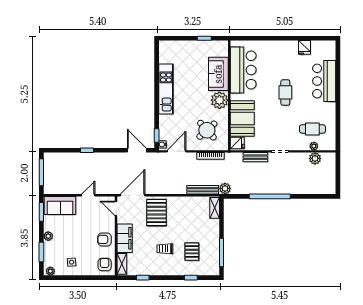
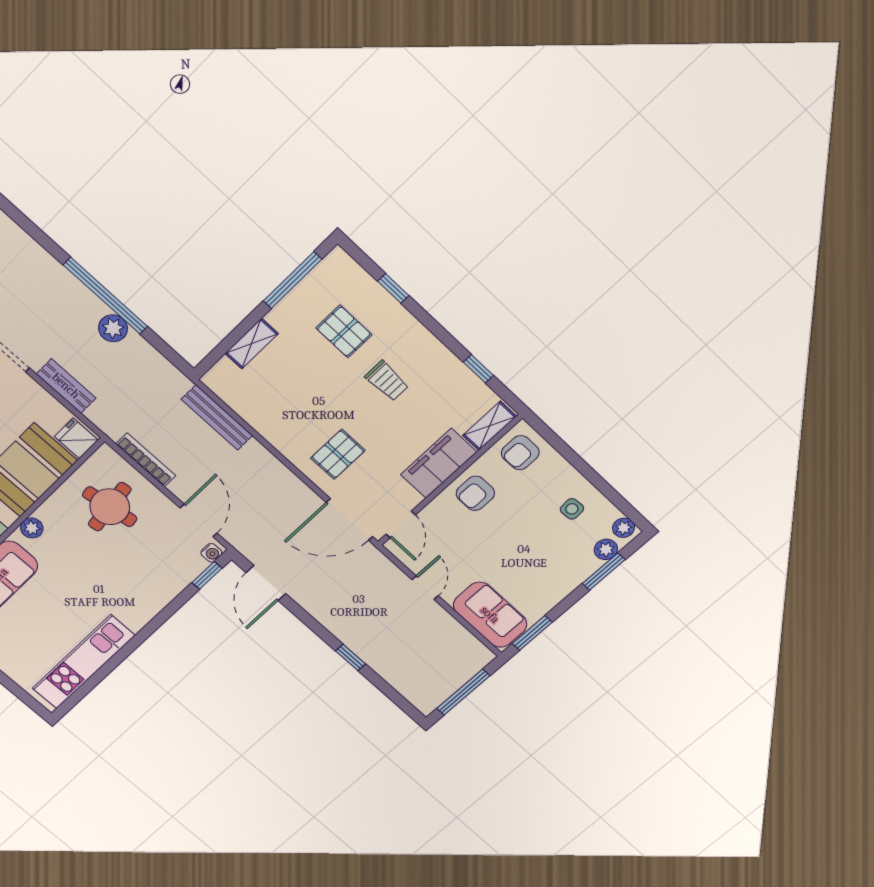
kitchen unit: (166, 89) -> (83, 662), moved
plant: (219, 100) -> (32, 528), width x0.53, depth x0.53
round table: (207, 130) -> (110, 507), turned 34
door: (176, 151) -> (199, 520), swing flipped
plant: (225, 188) -> (113, 328), moved
door: (88, 195) -> (425, 588), swing flipped
shelving: (215, 208) -> (252, 344), moved
pallet: (156, 213) -> (338, 454), width x0.67, depth x0.71
plant: (48, 236) -> (606, 549), moved
armchair: (104, 239) -> (475, 493), turned 90
pallet: (192, 252) -> (344, 331), turned 90

